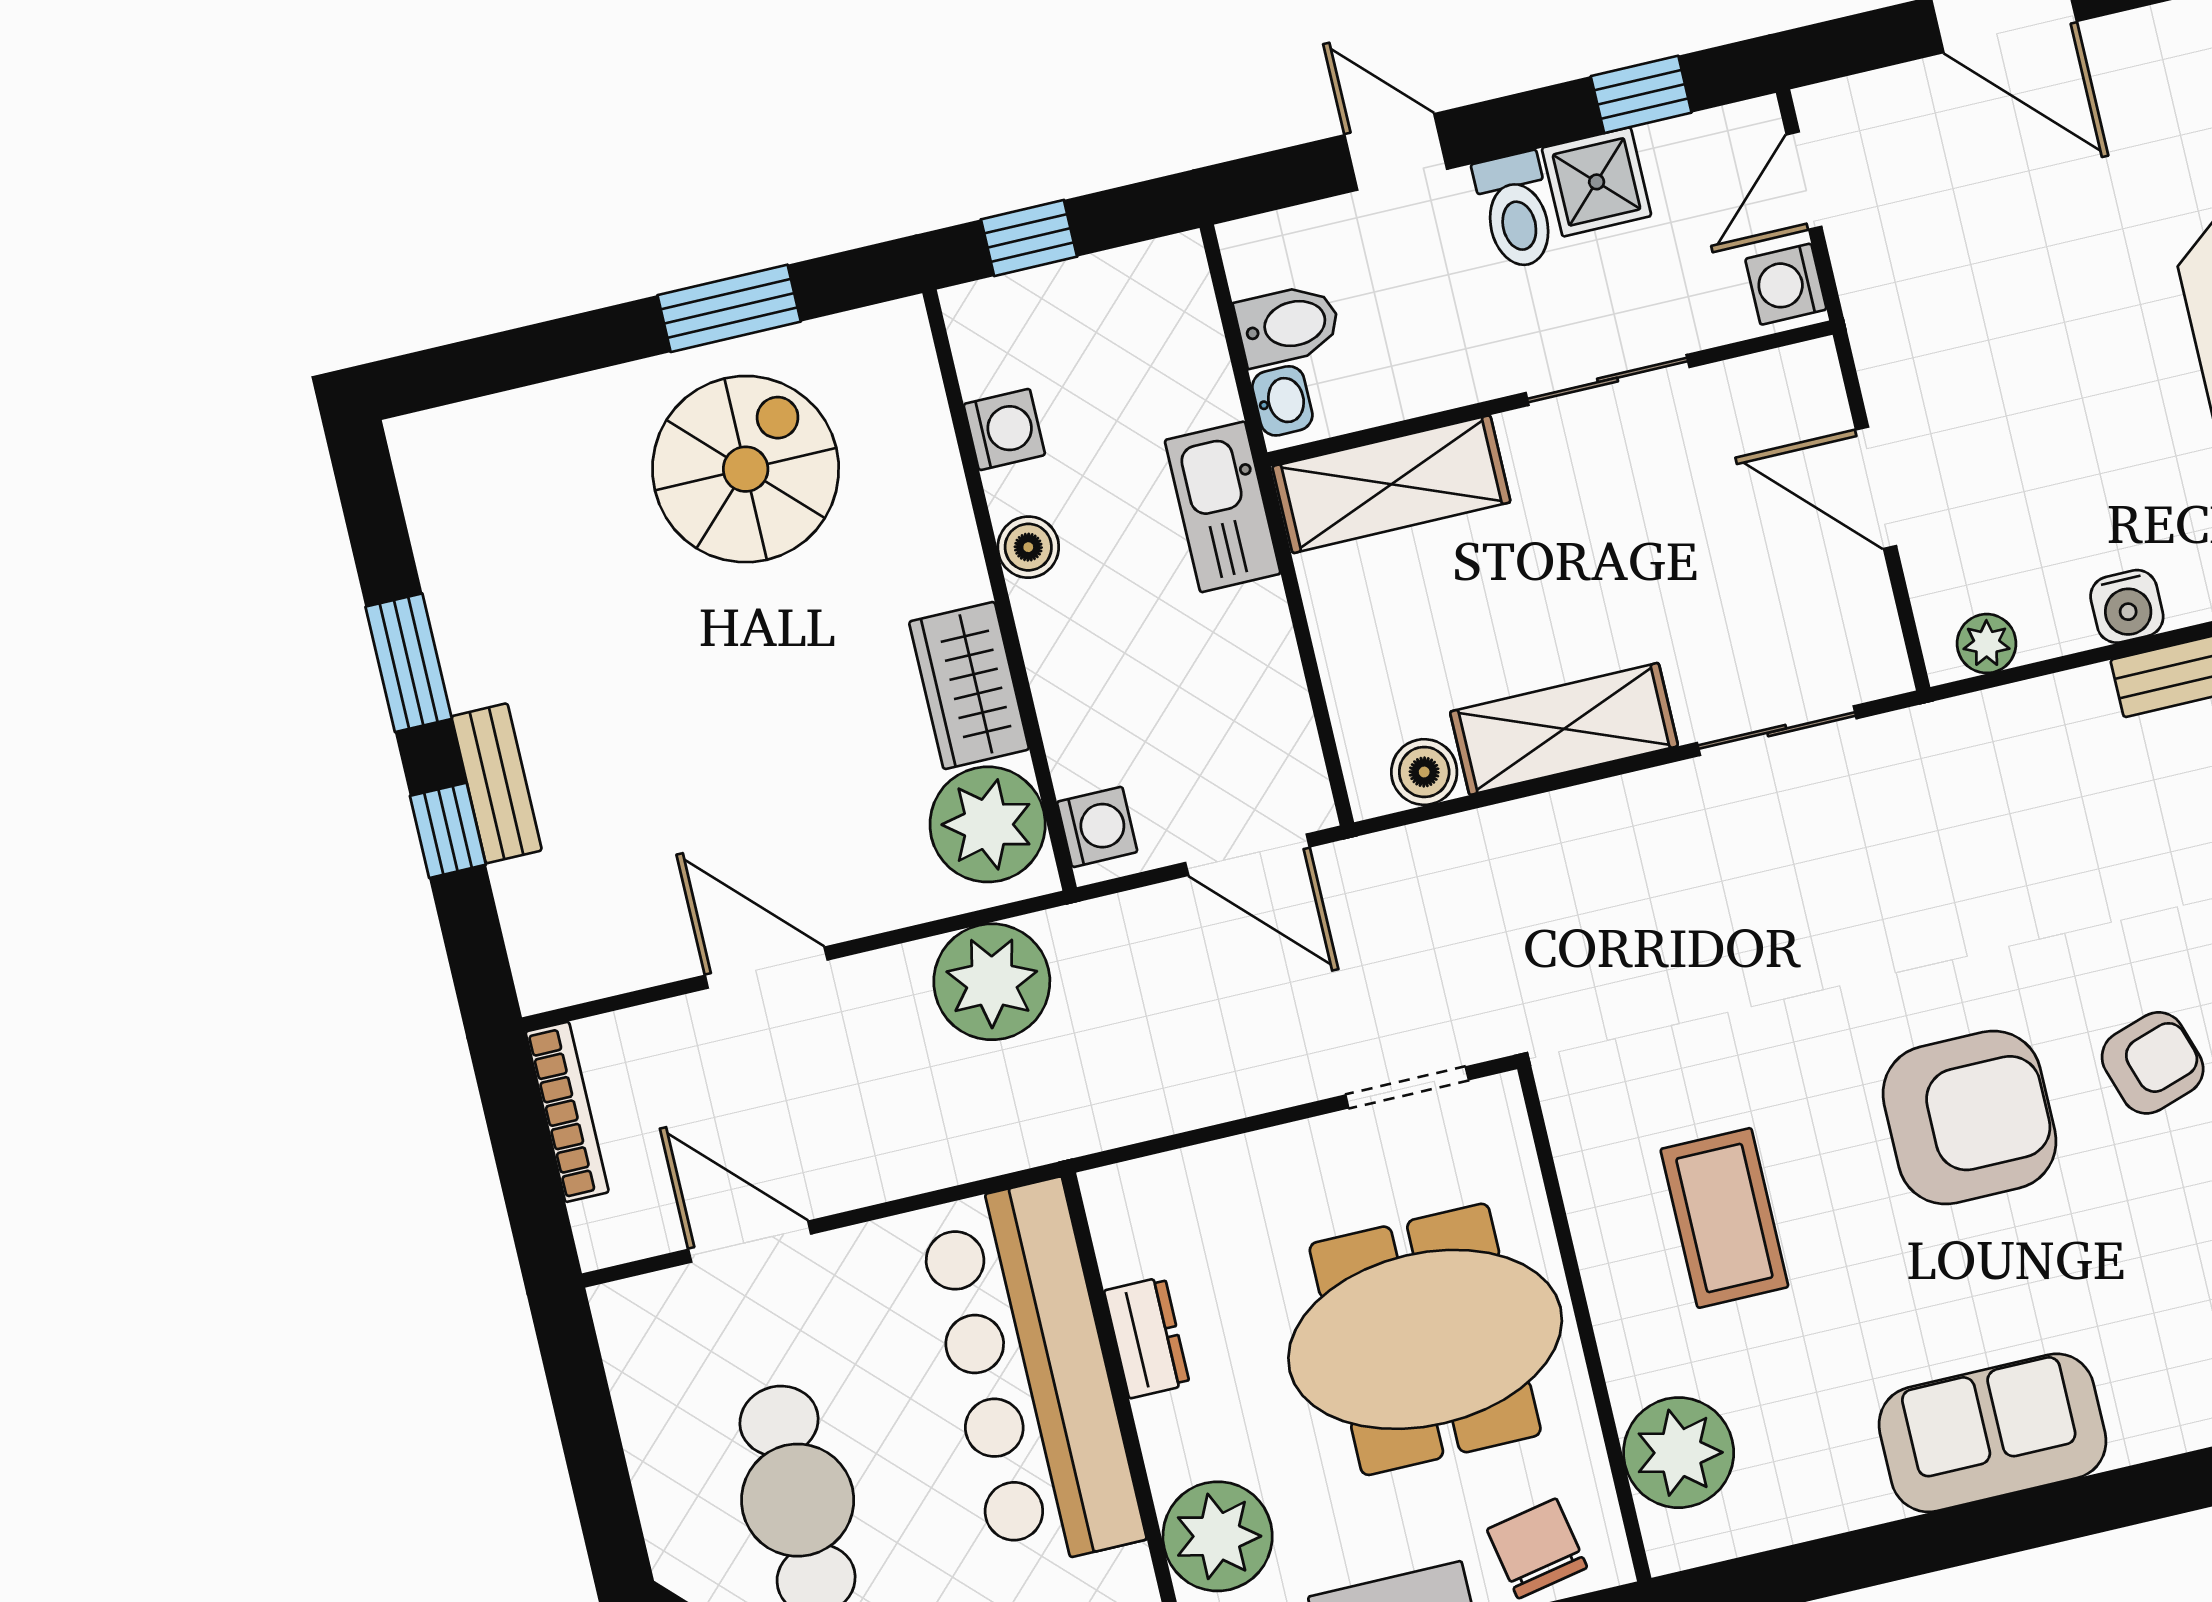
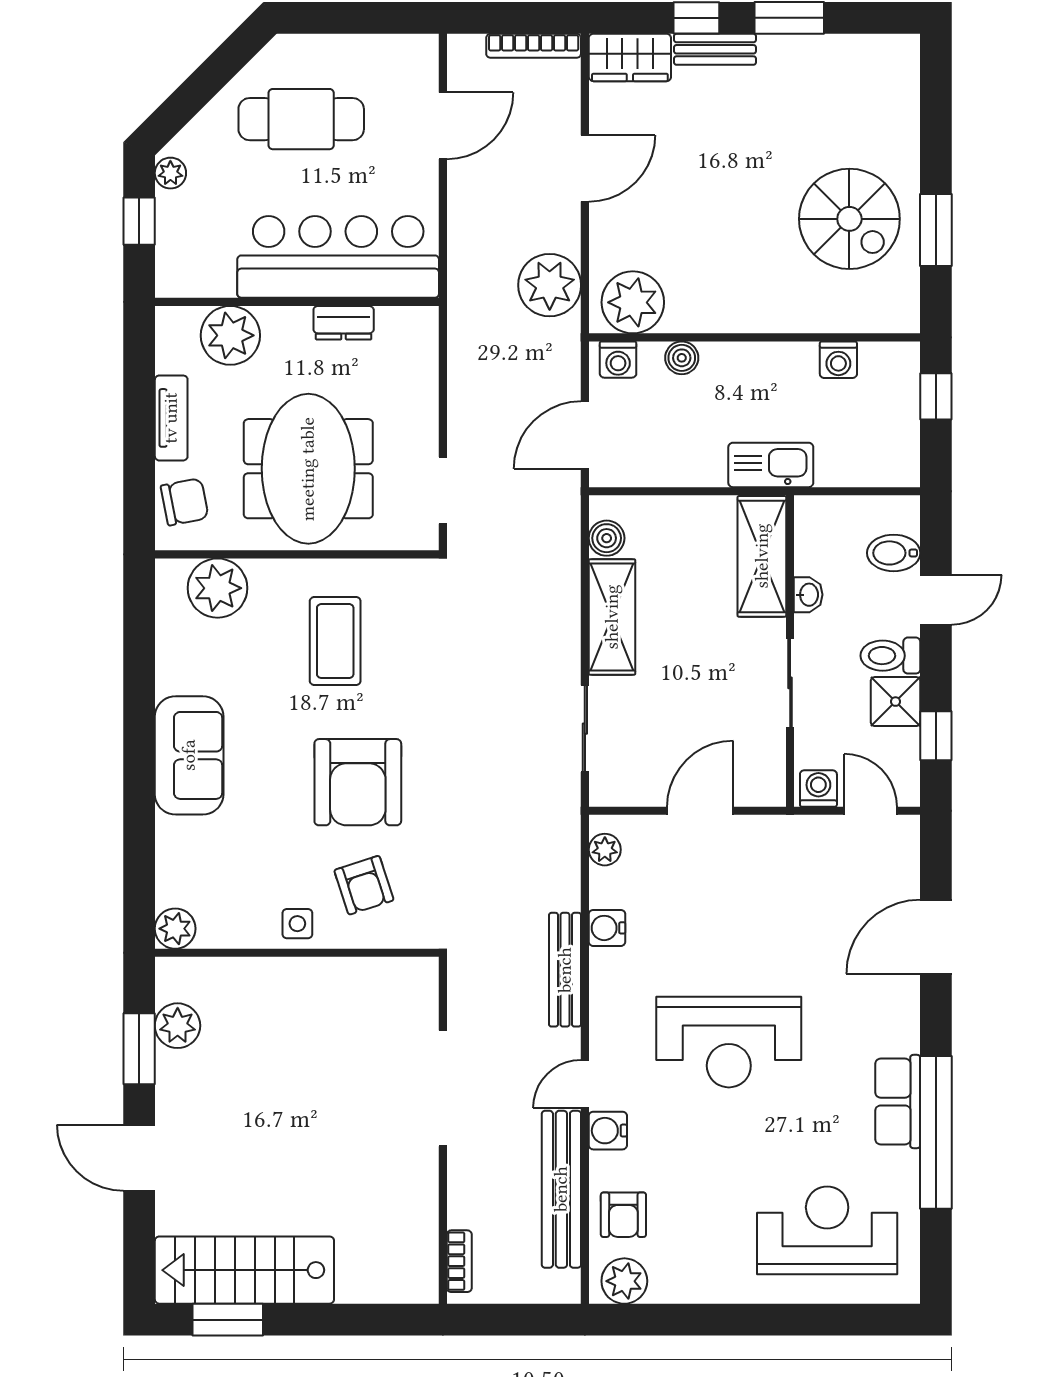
bidet: (1288, 325) -> (894, 553), moved, turned 90
washbasin: (1282, 401) -> (808, 595), moved, turned -90
boiler: (1028, 547) -> (682, 358), moved
wardrobe: (969, 685) -> (630, 57), moved, turned 180
coffee table: (1724, 1218) -> (335, 641), turned 90

